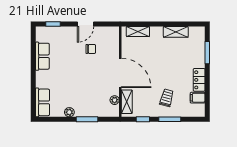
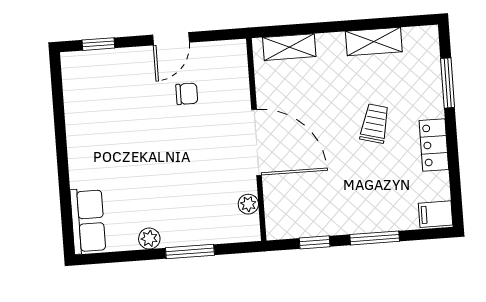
row of seats: (42, 56) -> (80, 118), removed
trolley: (167, 98) -> (375, 123), moved
filing cabinet: (198, 98) -> (436, 214), moved
shelving: (127, 102) -> (276, 206), removed

